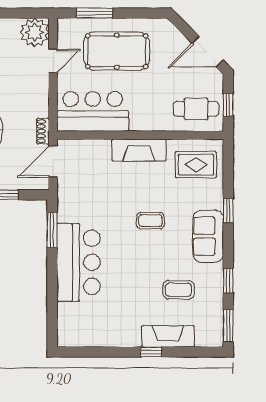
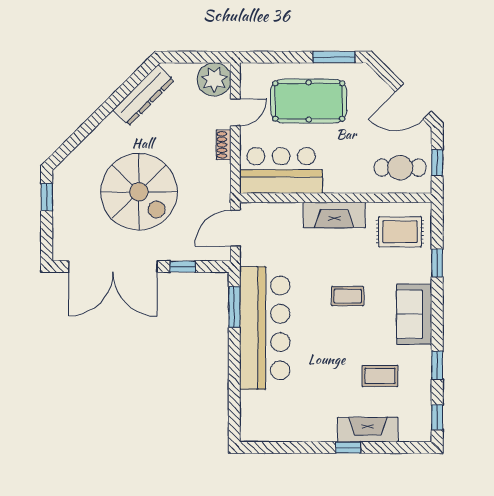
window: (94, 13) -> (334, 57), moved
shoe rack: (43, 131) -> (224, 145), moved
window: (228, 211) -> (437, 263), moved
bar counter: (79, 262) -> (265, 328), width x1.36
window: (228, 326) -> (437, 417), width x0.67

